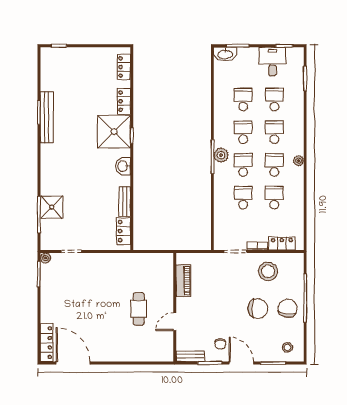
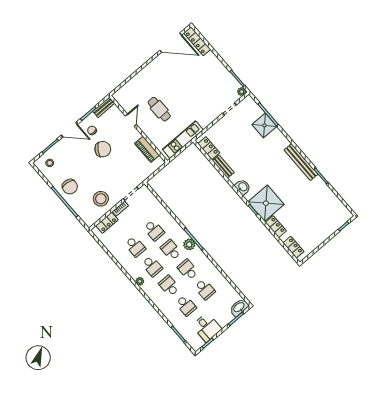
bench: (47, 117) -> (301, 162), moved
school desk: (243, 132) -> (188, 270), turned 180
school desk: (274, 132) -> (169, 286), turned 180
school desk: (243, 165) -> (171, 250), turned 180
kitchen unit: (141, 261) -> (183, 140), added
chair: (258, 309) -> (103, 149), moved, turned -147

